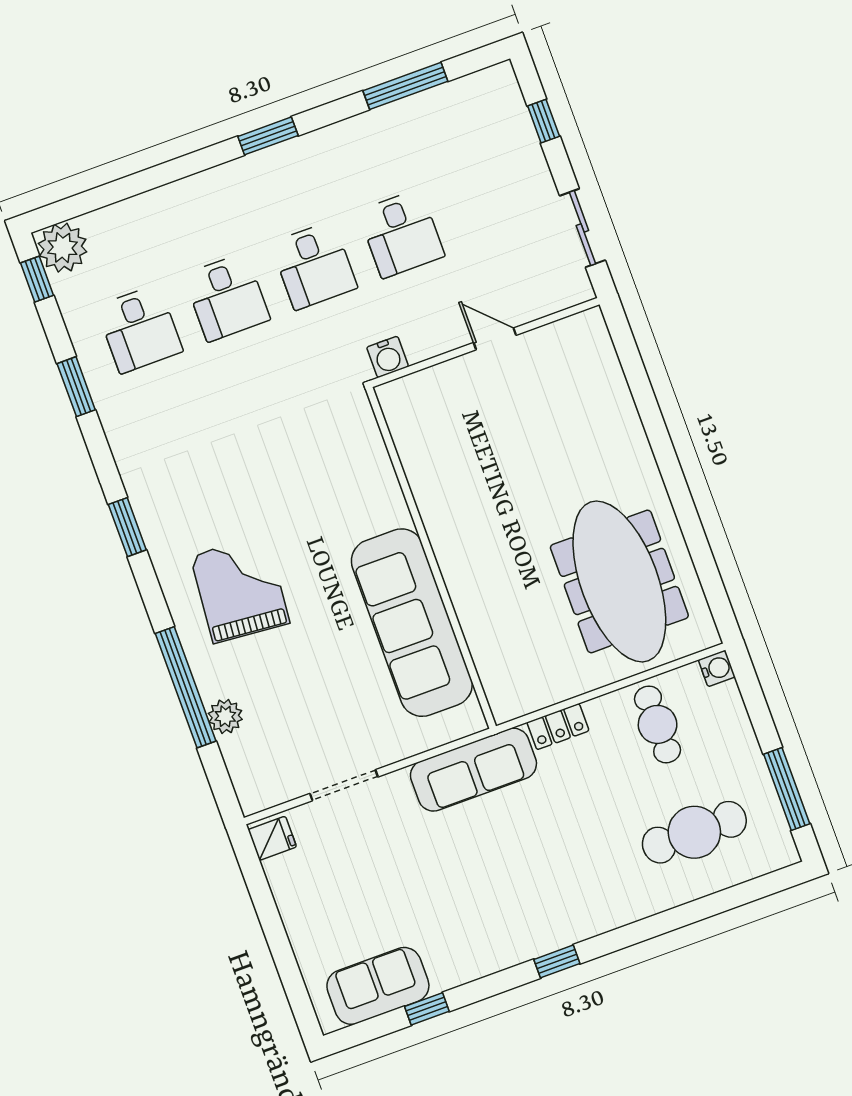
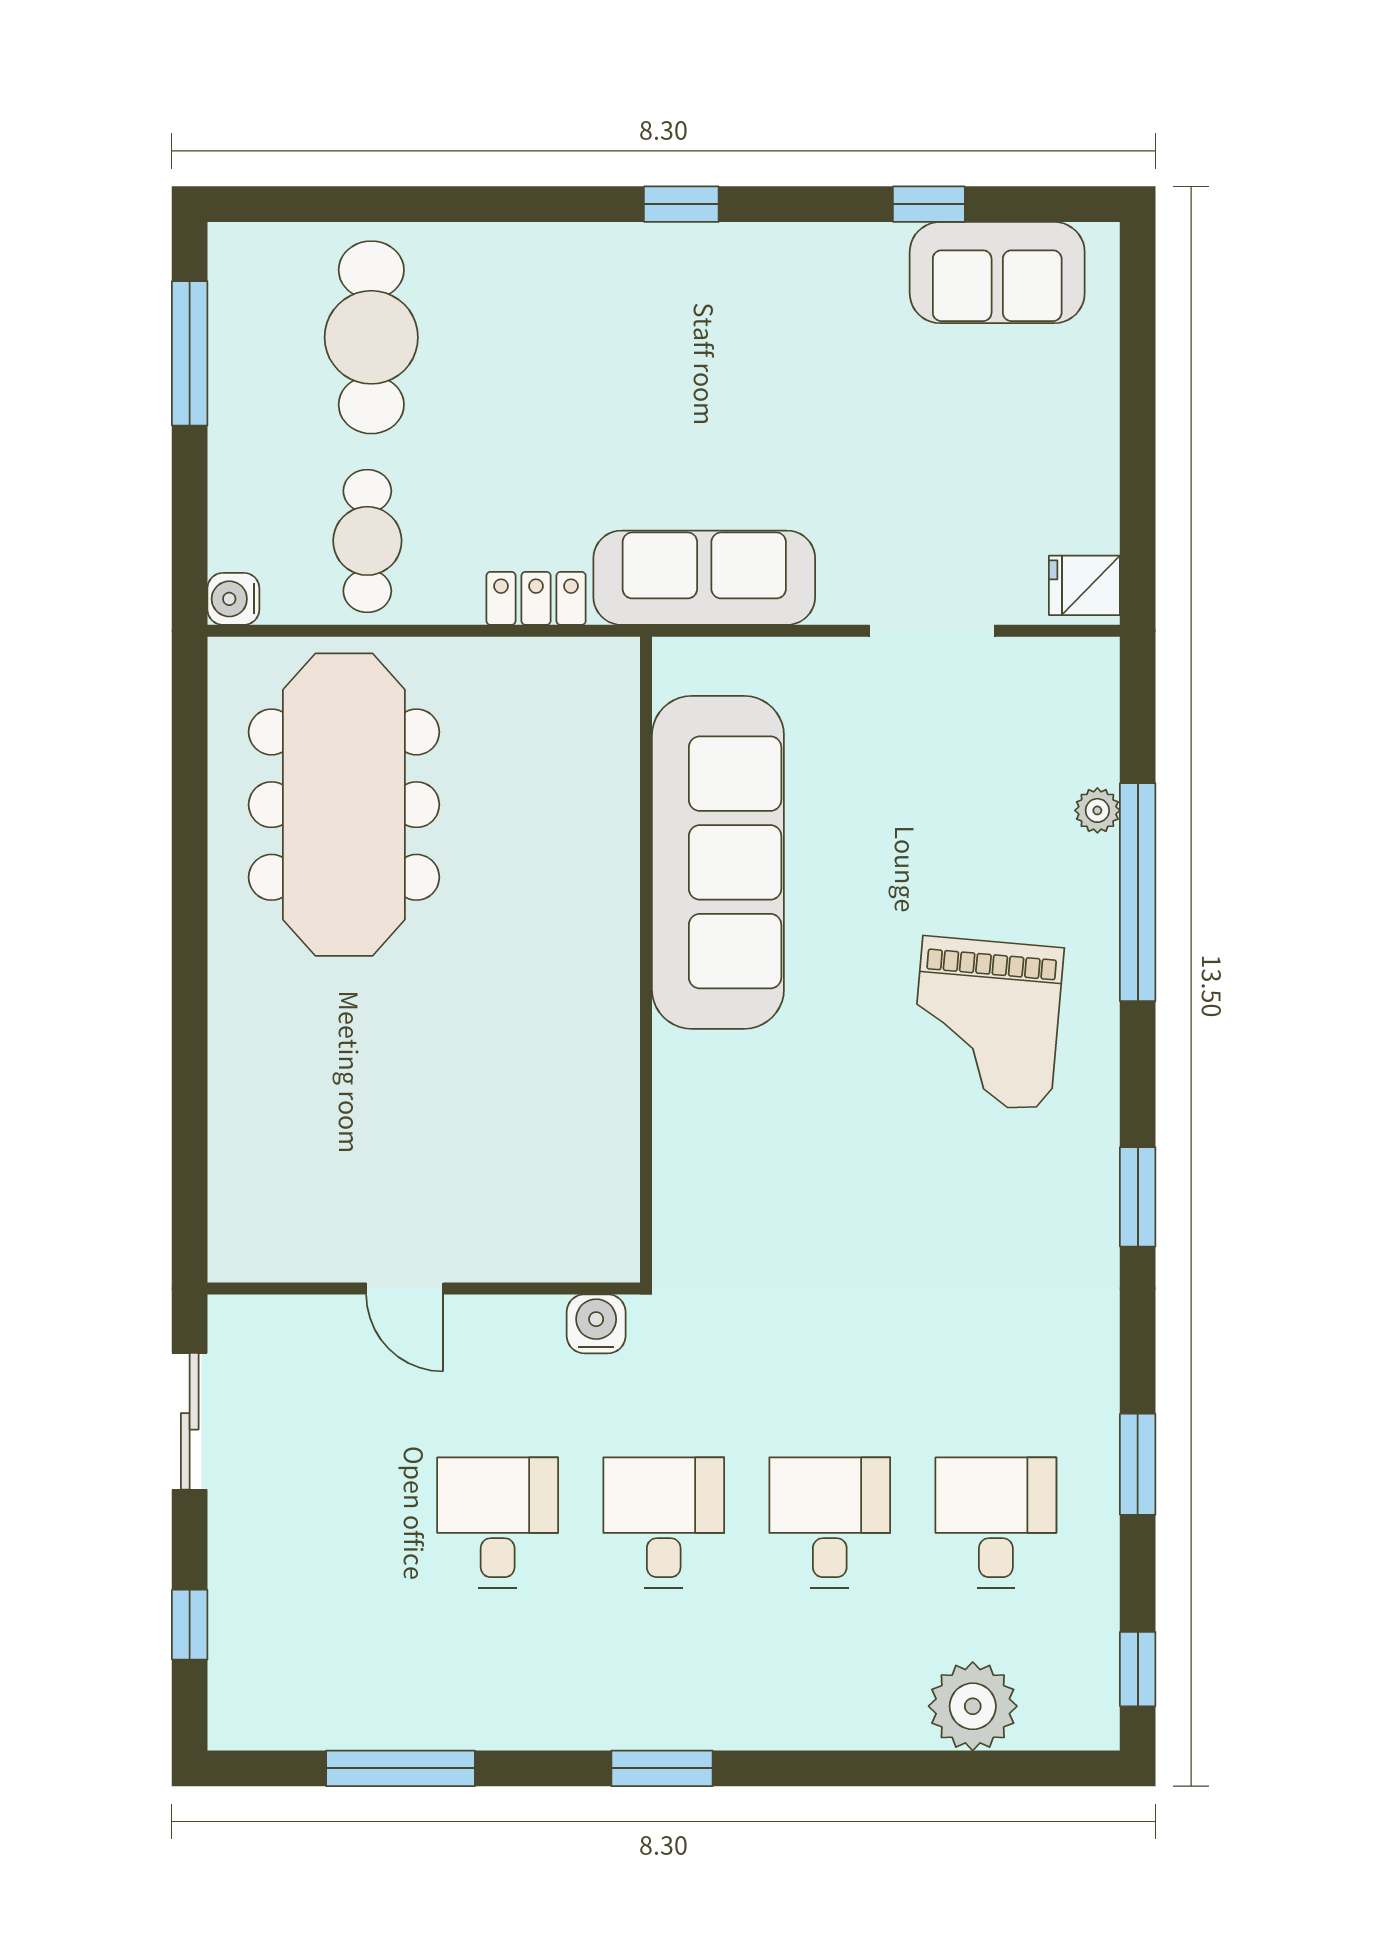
plant: (63, 248) -> (973, 1706), moved
plant: (225, 716) -> (1097, 810), width x0.73, depth x0.73
cafe table: (694, 832) -> (371, 337), turned 90

